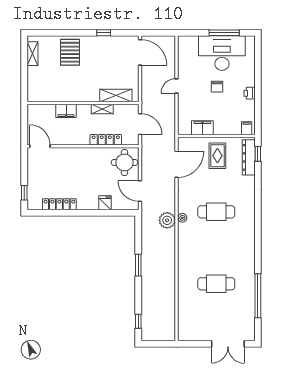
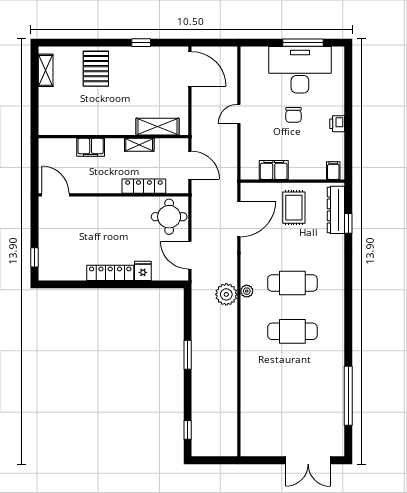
window: (258, 154) -> (348, 223), moved
locker: (59, 204) -> (110, 273), moved
cafe table: (216, 284) -> (292, 331), moved

